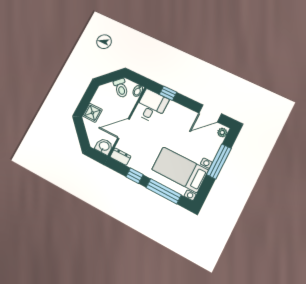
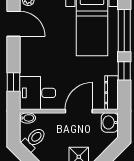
door: (124, 129) -> (79, 111), swing flipped
dresser: (120, 157) -> (111, 93), width x1.44

